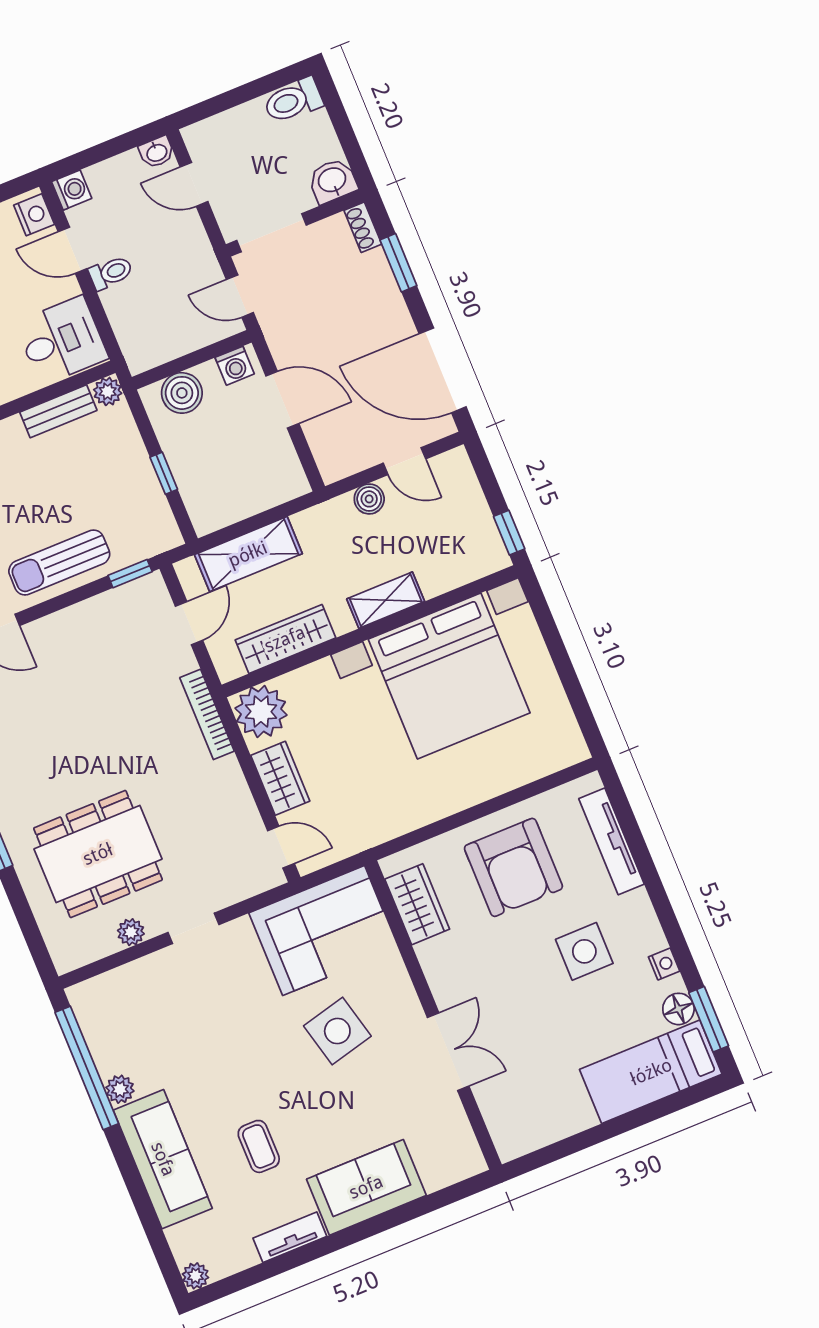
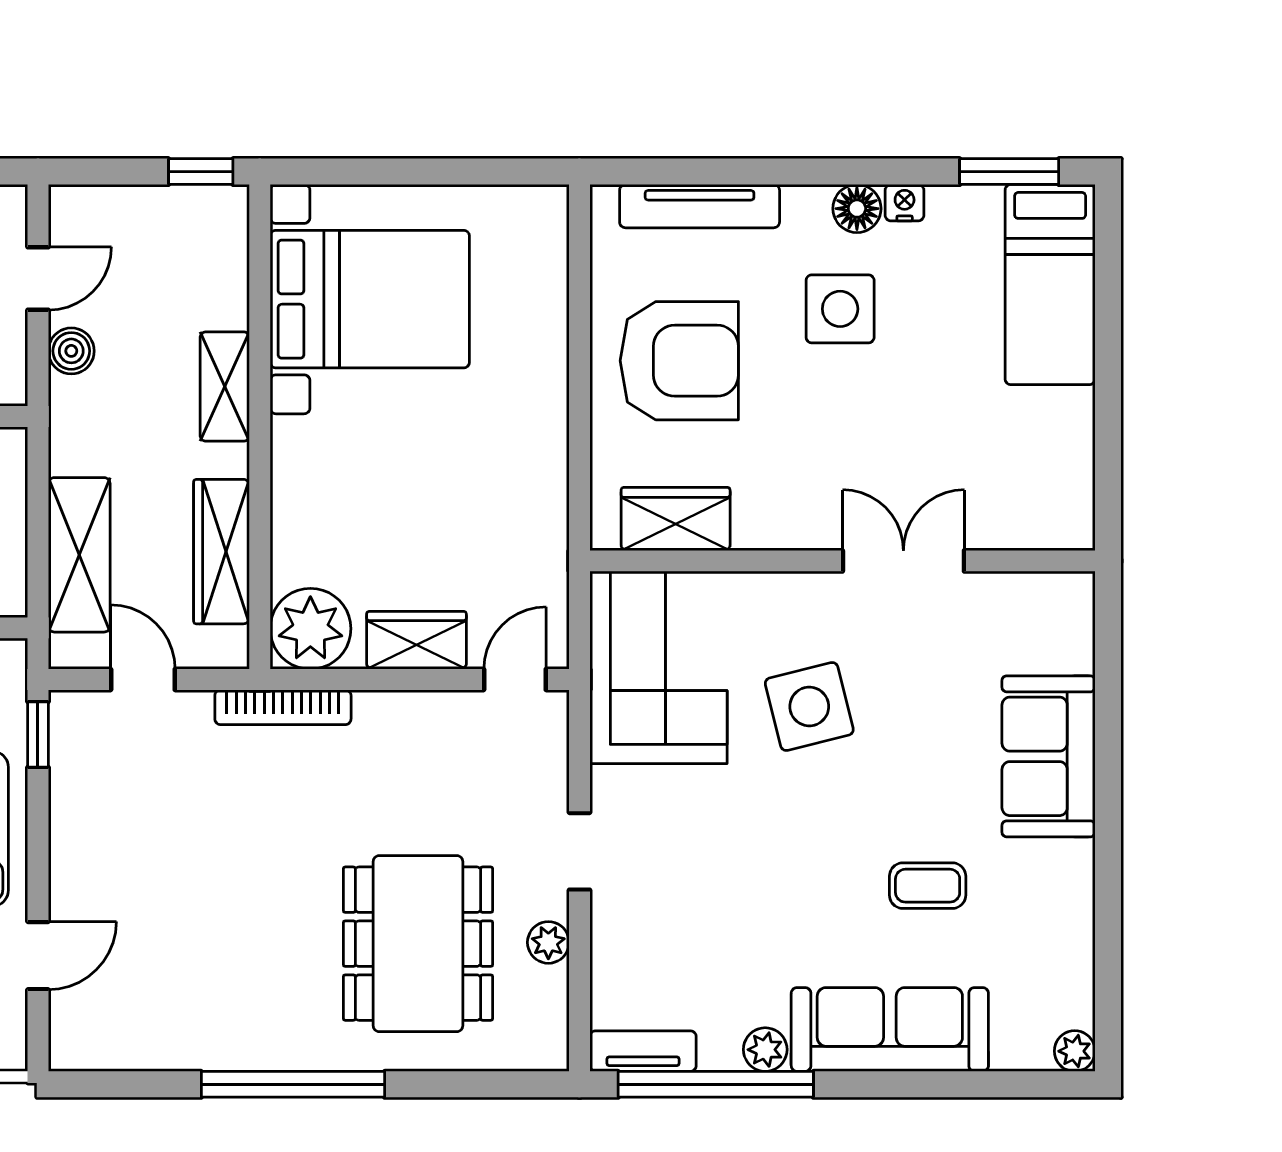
bed with nightstands: (449, 676) -> (370, 299), width x0.73
floor lamp: (678, 1009) -> (857, 209), moved
tv unit: (290, 1237) -> (643, 1051), moved, turned 90

